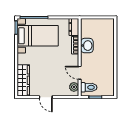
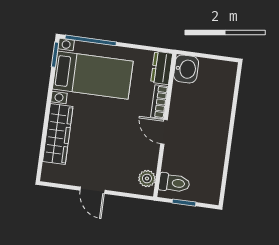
washbasin: (87, 46) -> (186, 69), moved
door: (80, 73) -> (164, 132), moved
wardrobe: (23, 80) -> (58, 134), moved

